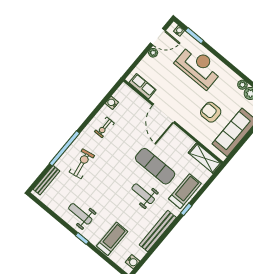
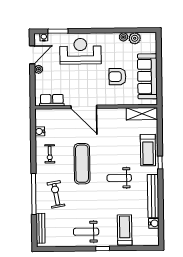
exercise mat: (155, 166) -> (82, 164), moved, turned 90
treadmill: (185, 191) -> (148, 150), turned 180
water cooler: (133, 262) -> (154, 223), moved

